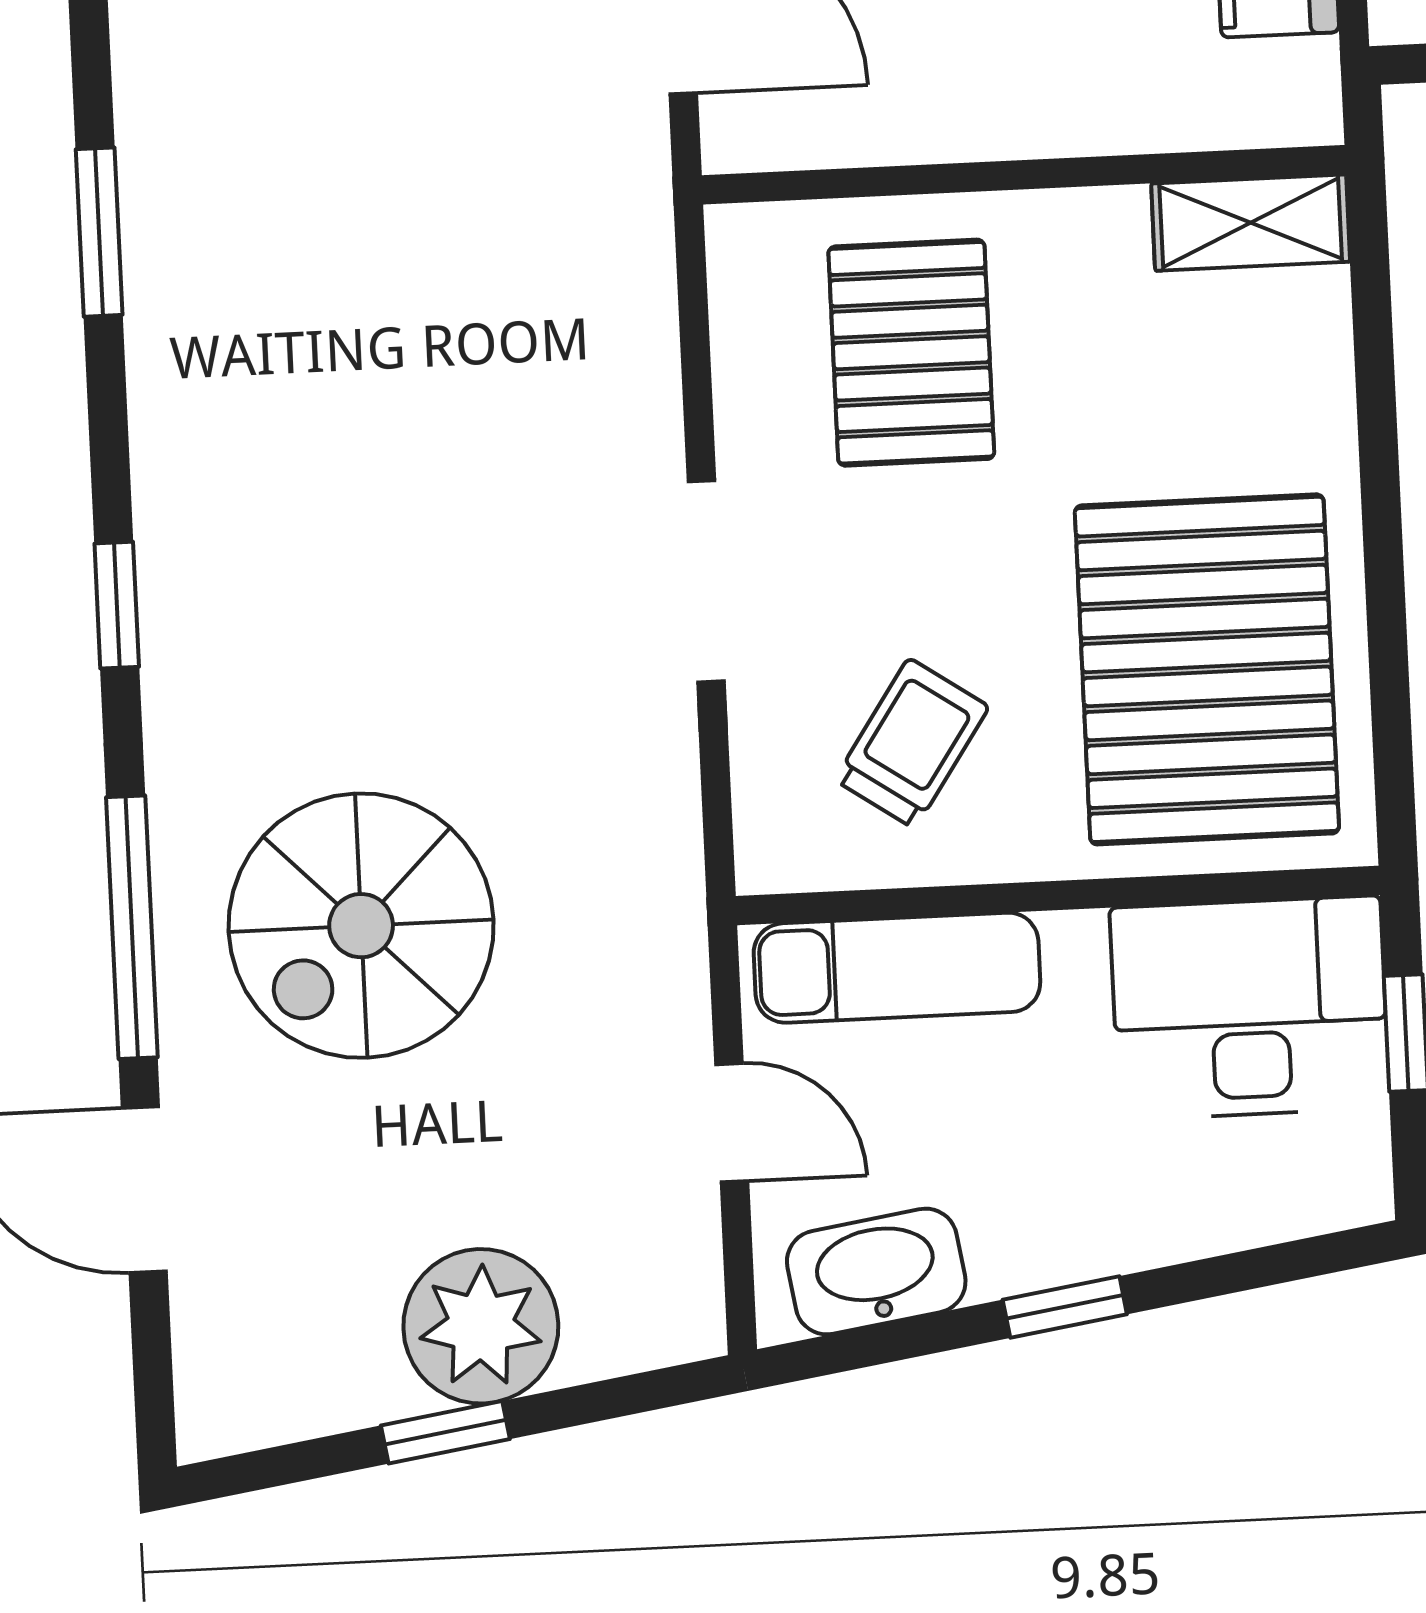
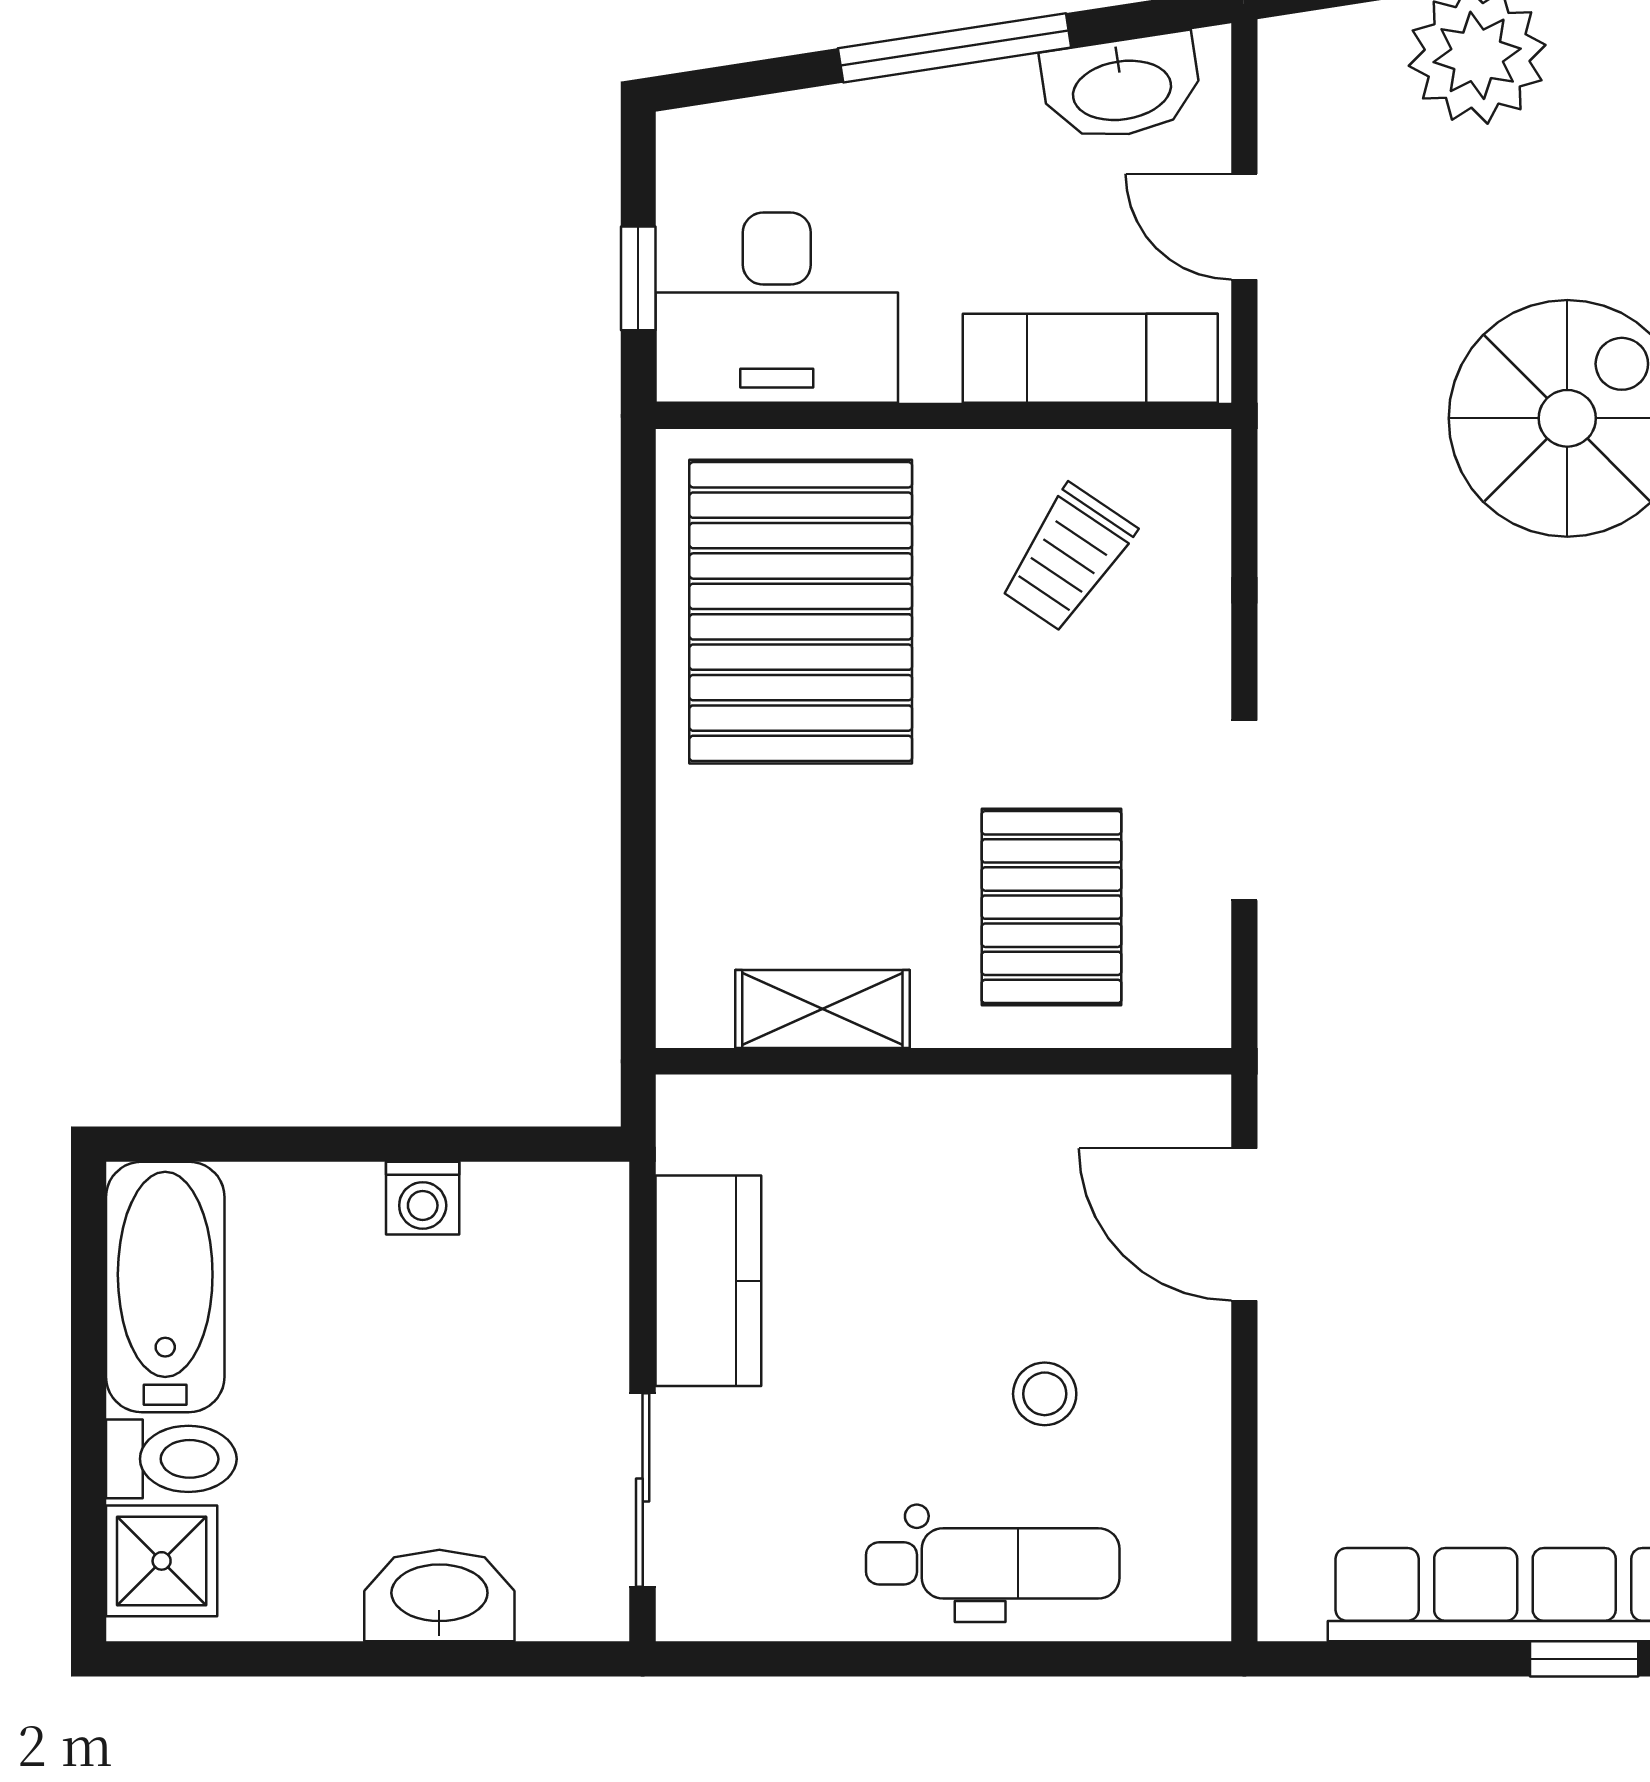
shelving: (1251, 223) -> (822, 1009), moved
doorway: (706, 581) -> (1244, 810), moved
window: (1065, 1307) -> (955, 48), width x2.17

